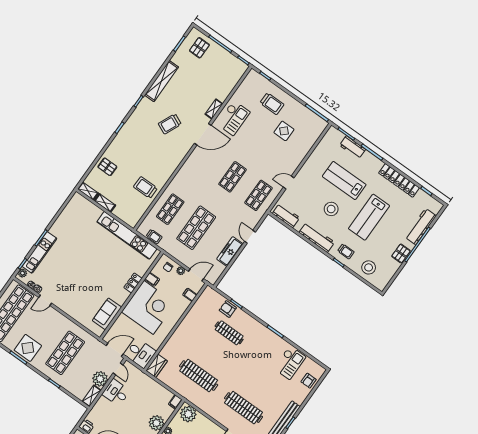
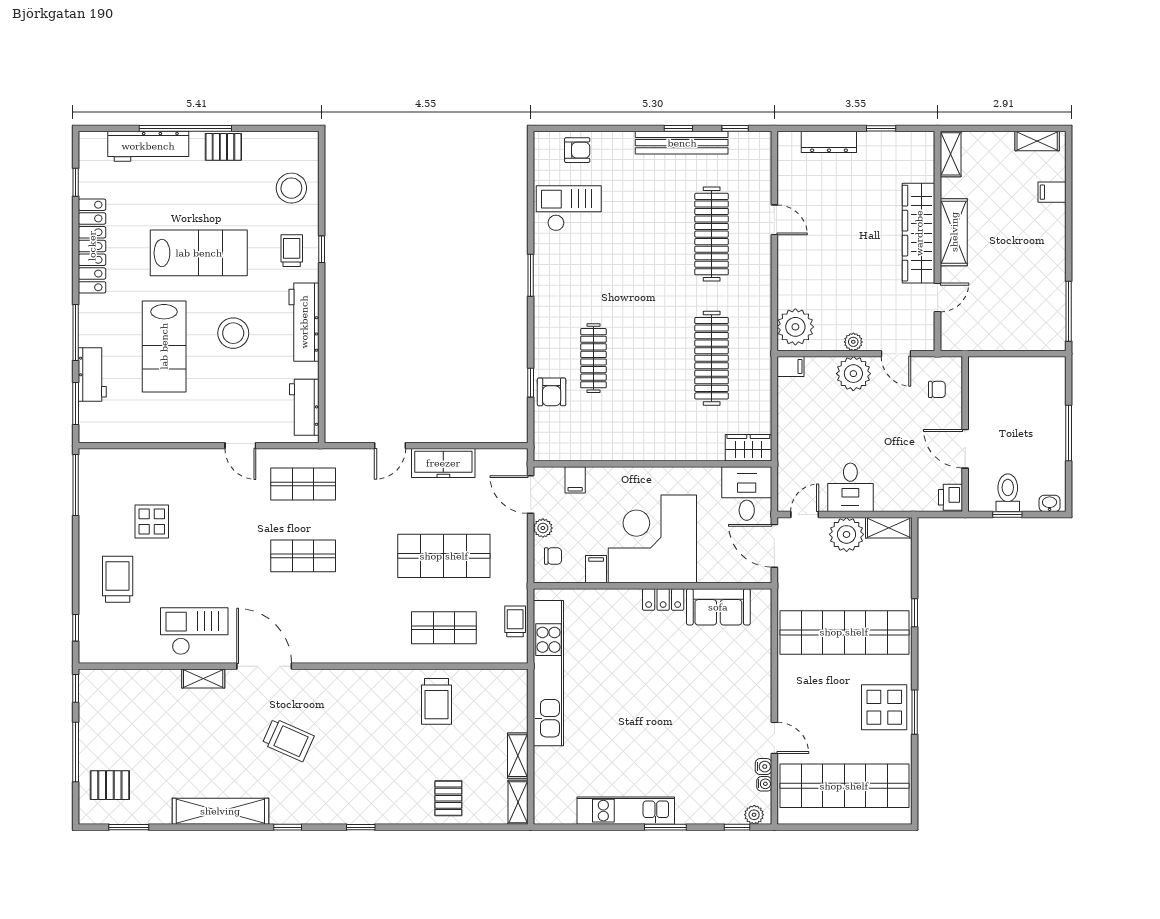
kitchen unit: (40, 252) -> (626, 811), moved
locker: (133, 283) -> (663, 599), moved
shop shelf: (65, 353) -> (844, 632), width x1.40

